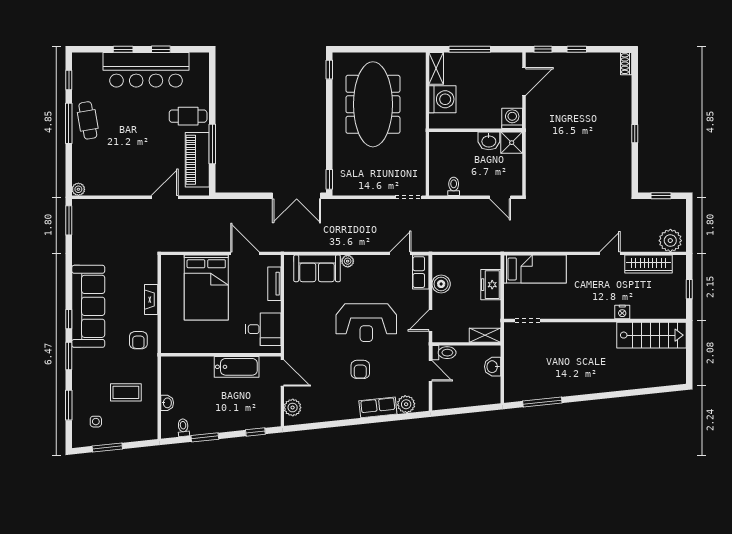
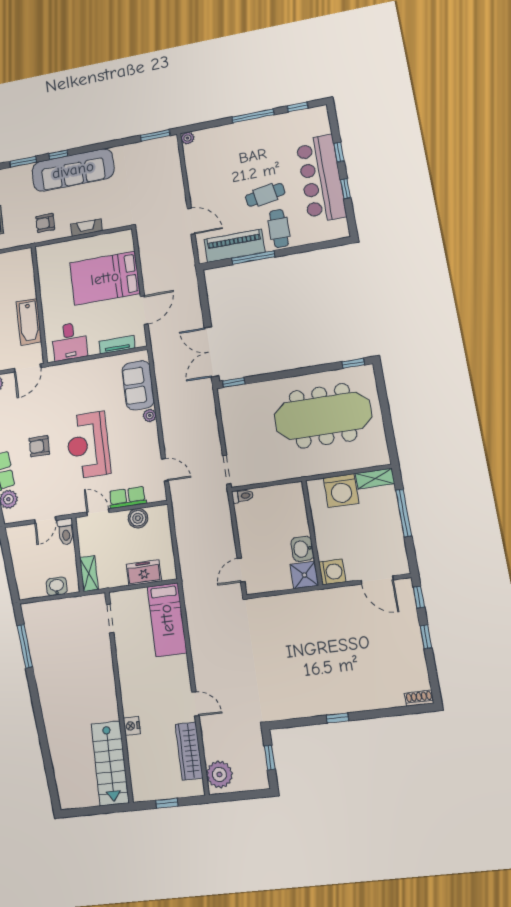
cafe table: (88, 120) -> (265, 195), moved
toilet: (454, 186) -> (243, 496), moved
row of seats: (421, 272) -> (127, 497), moved

